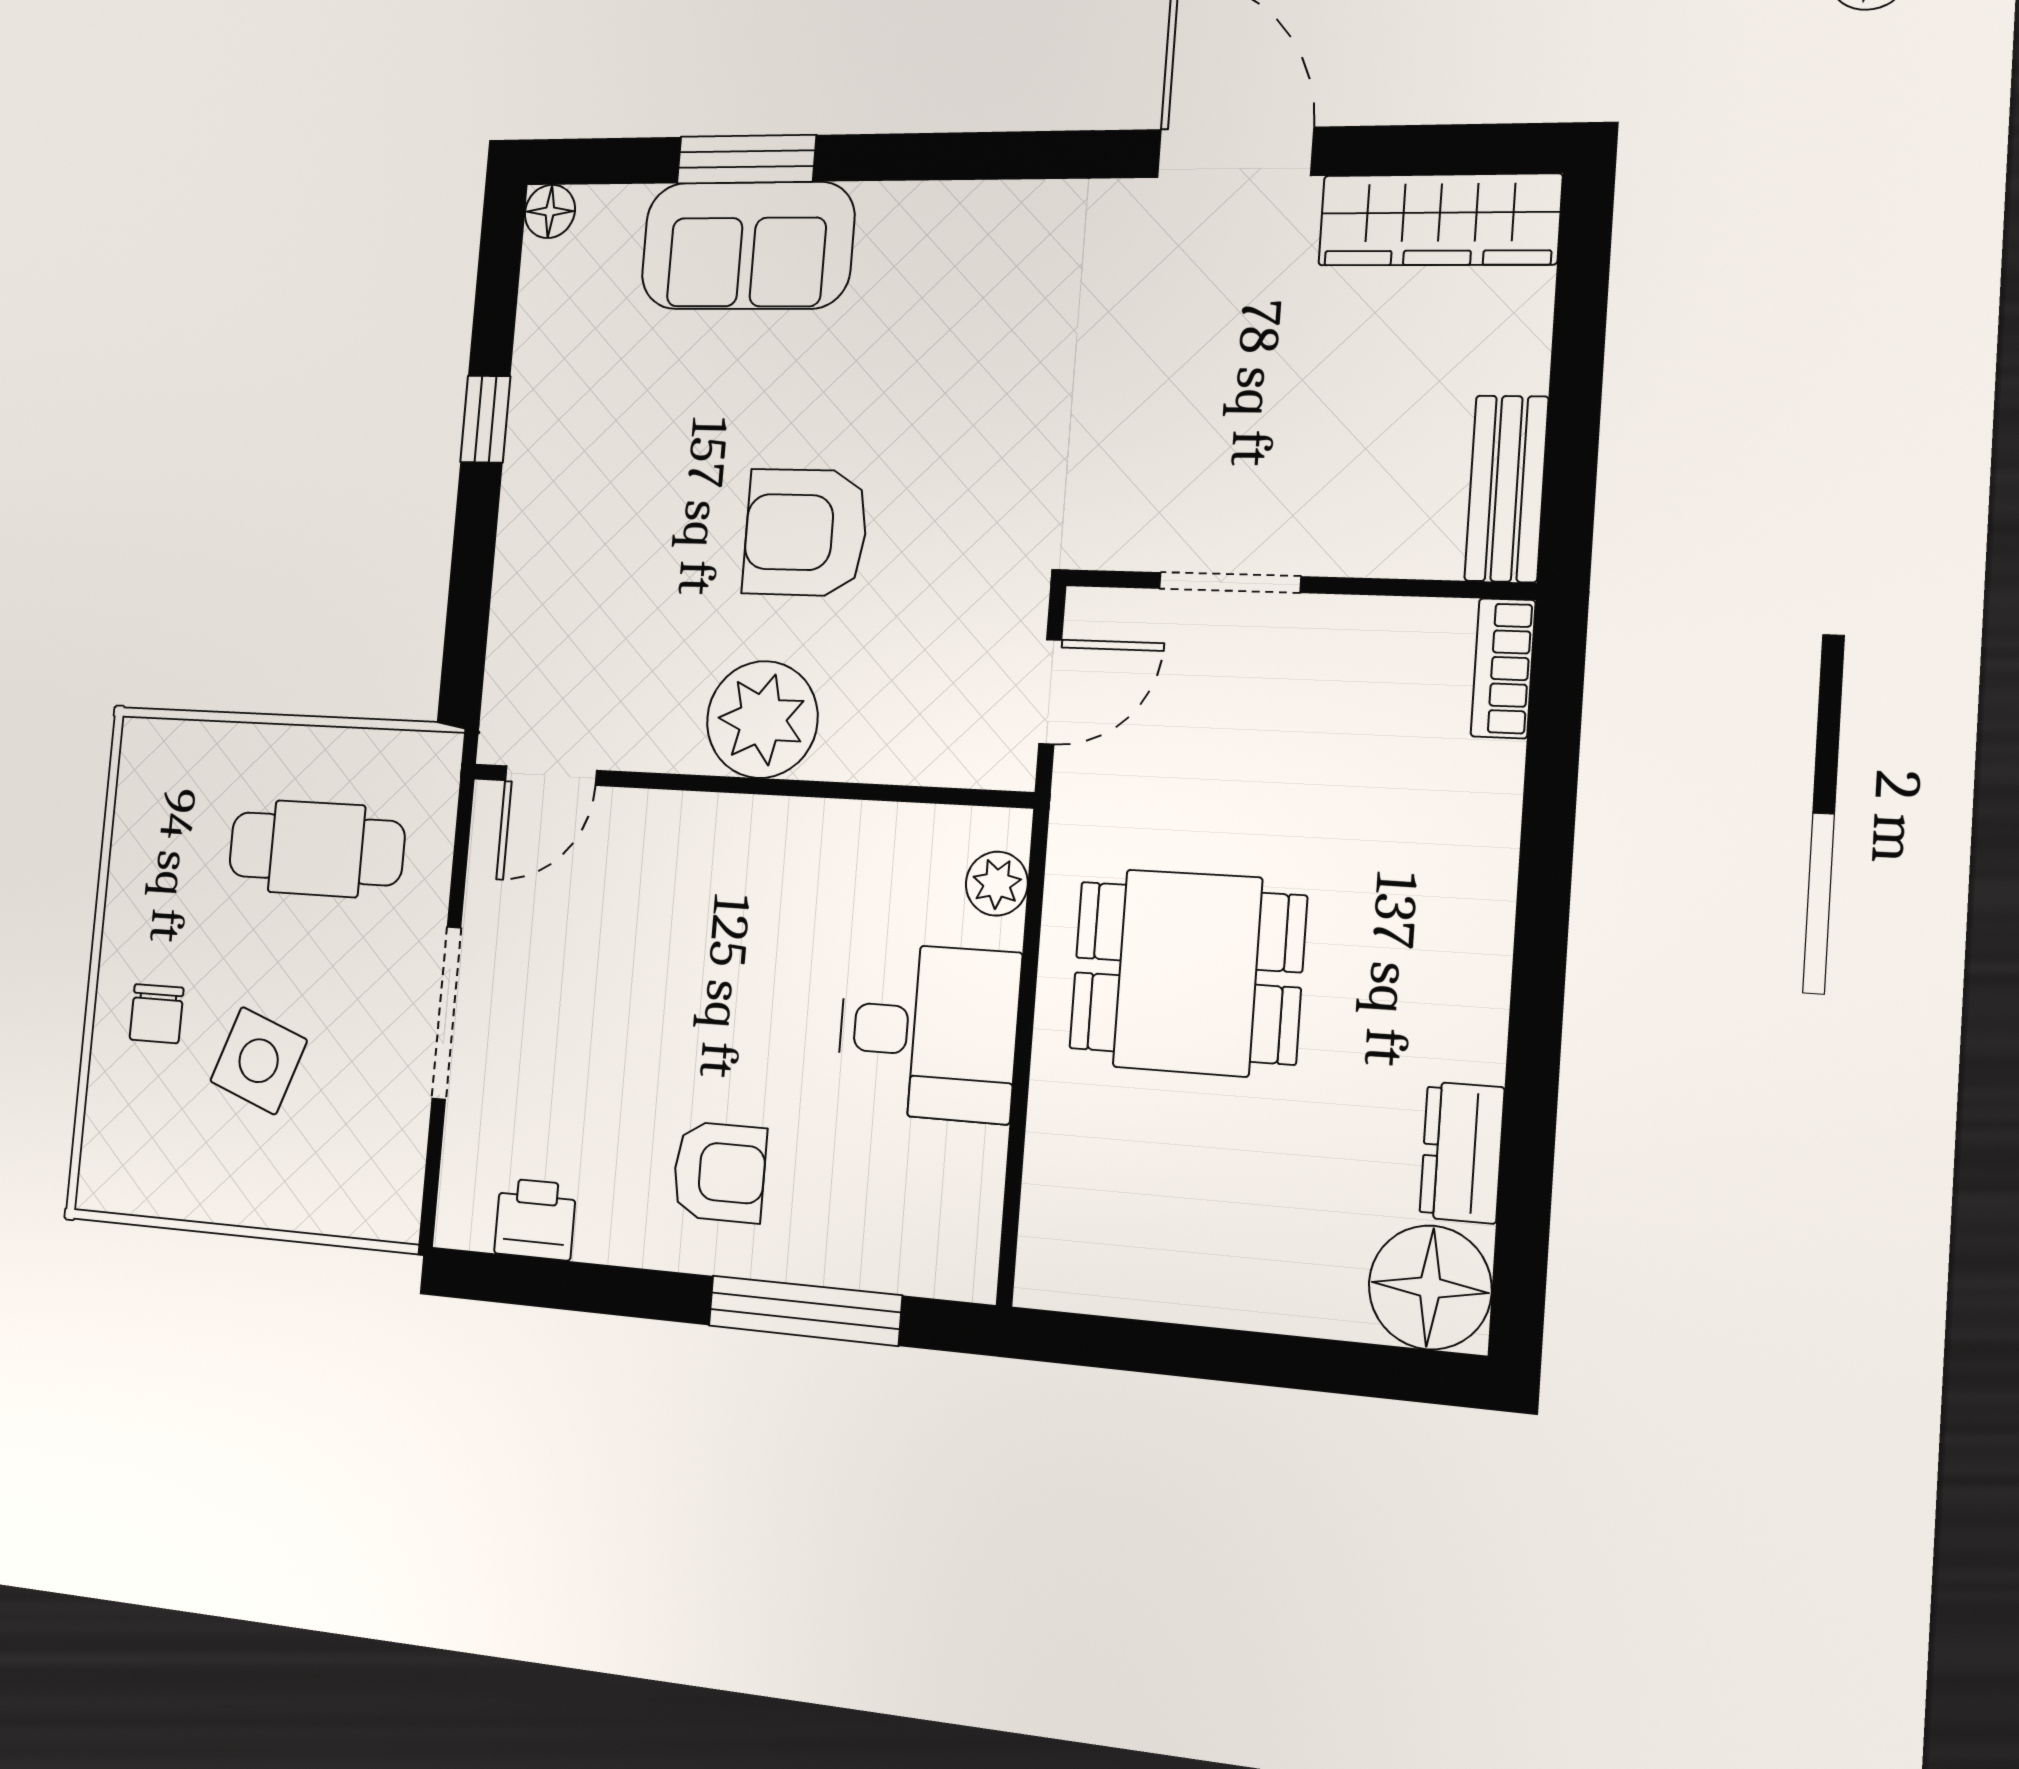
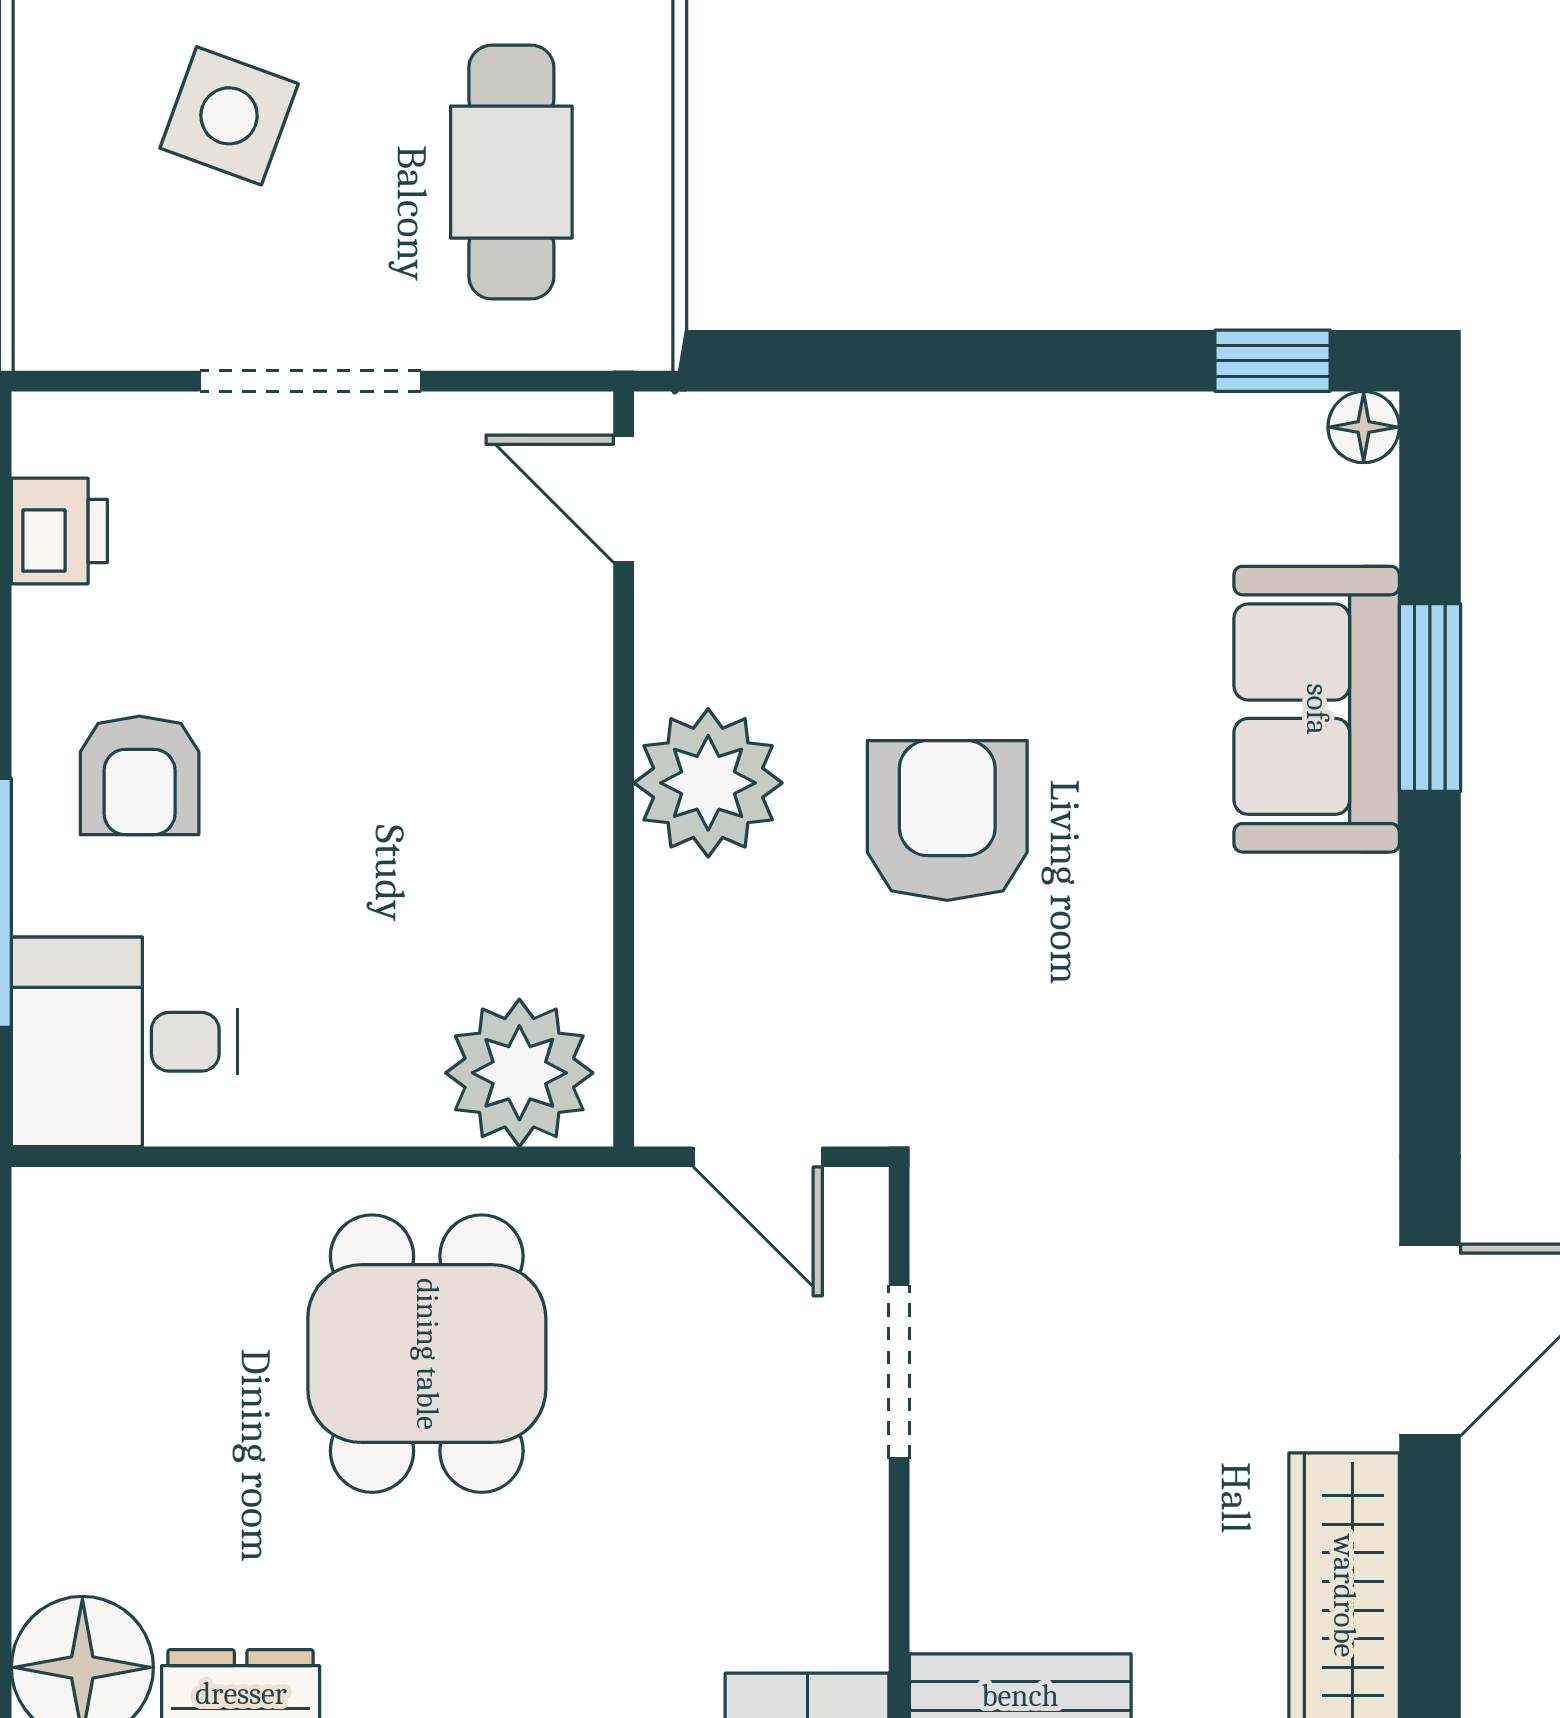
window: (485, 419) -> (1273, 361), moved
plant: (997, 884) -> (519, 1073), width x1.87, depth x1.87
desk: (928, 1032) -> (124, 1042), moved, turned 90

